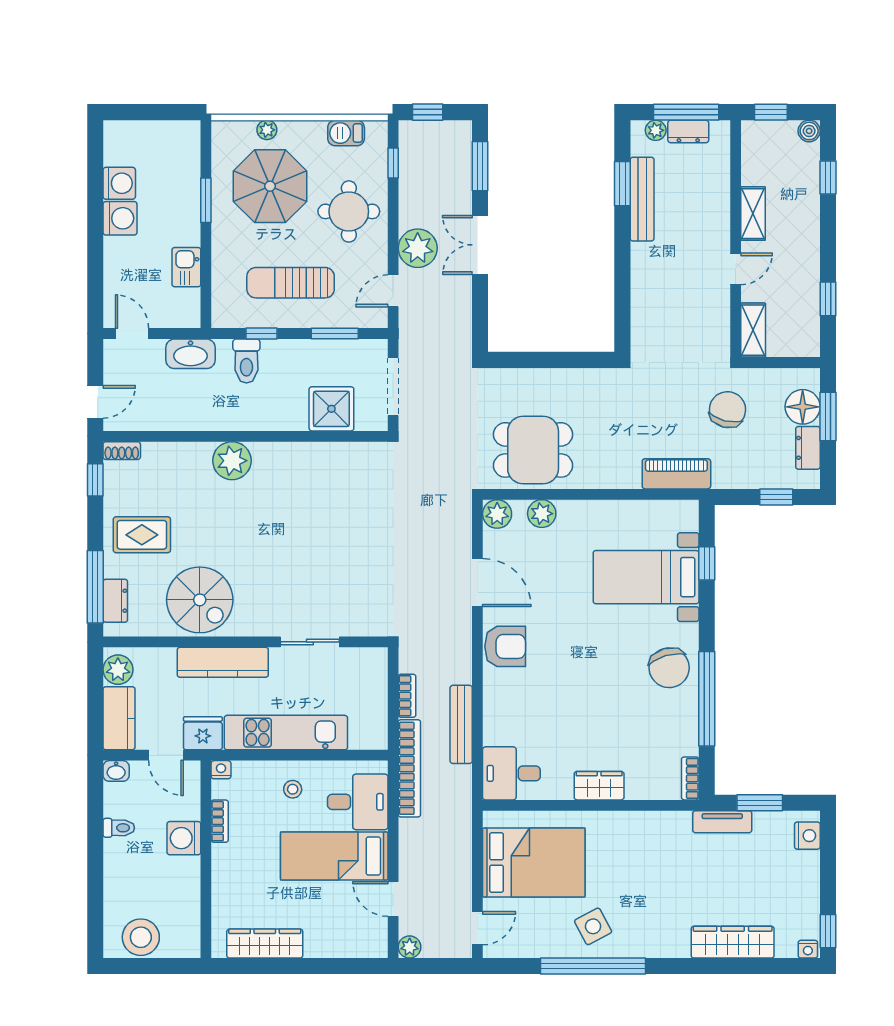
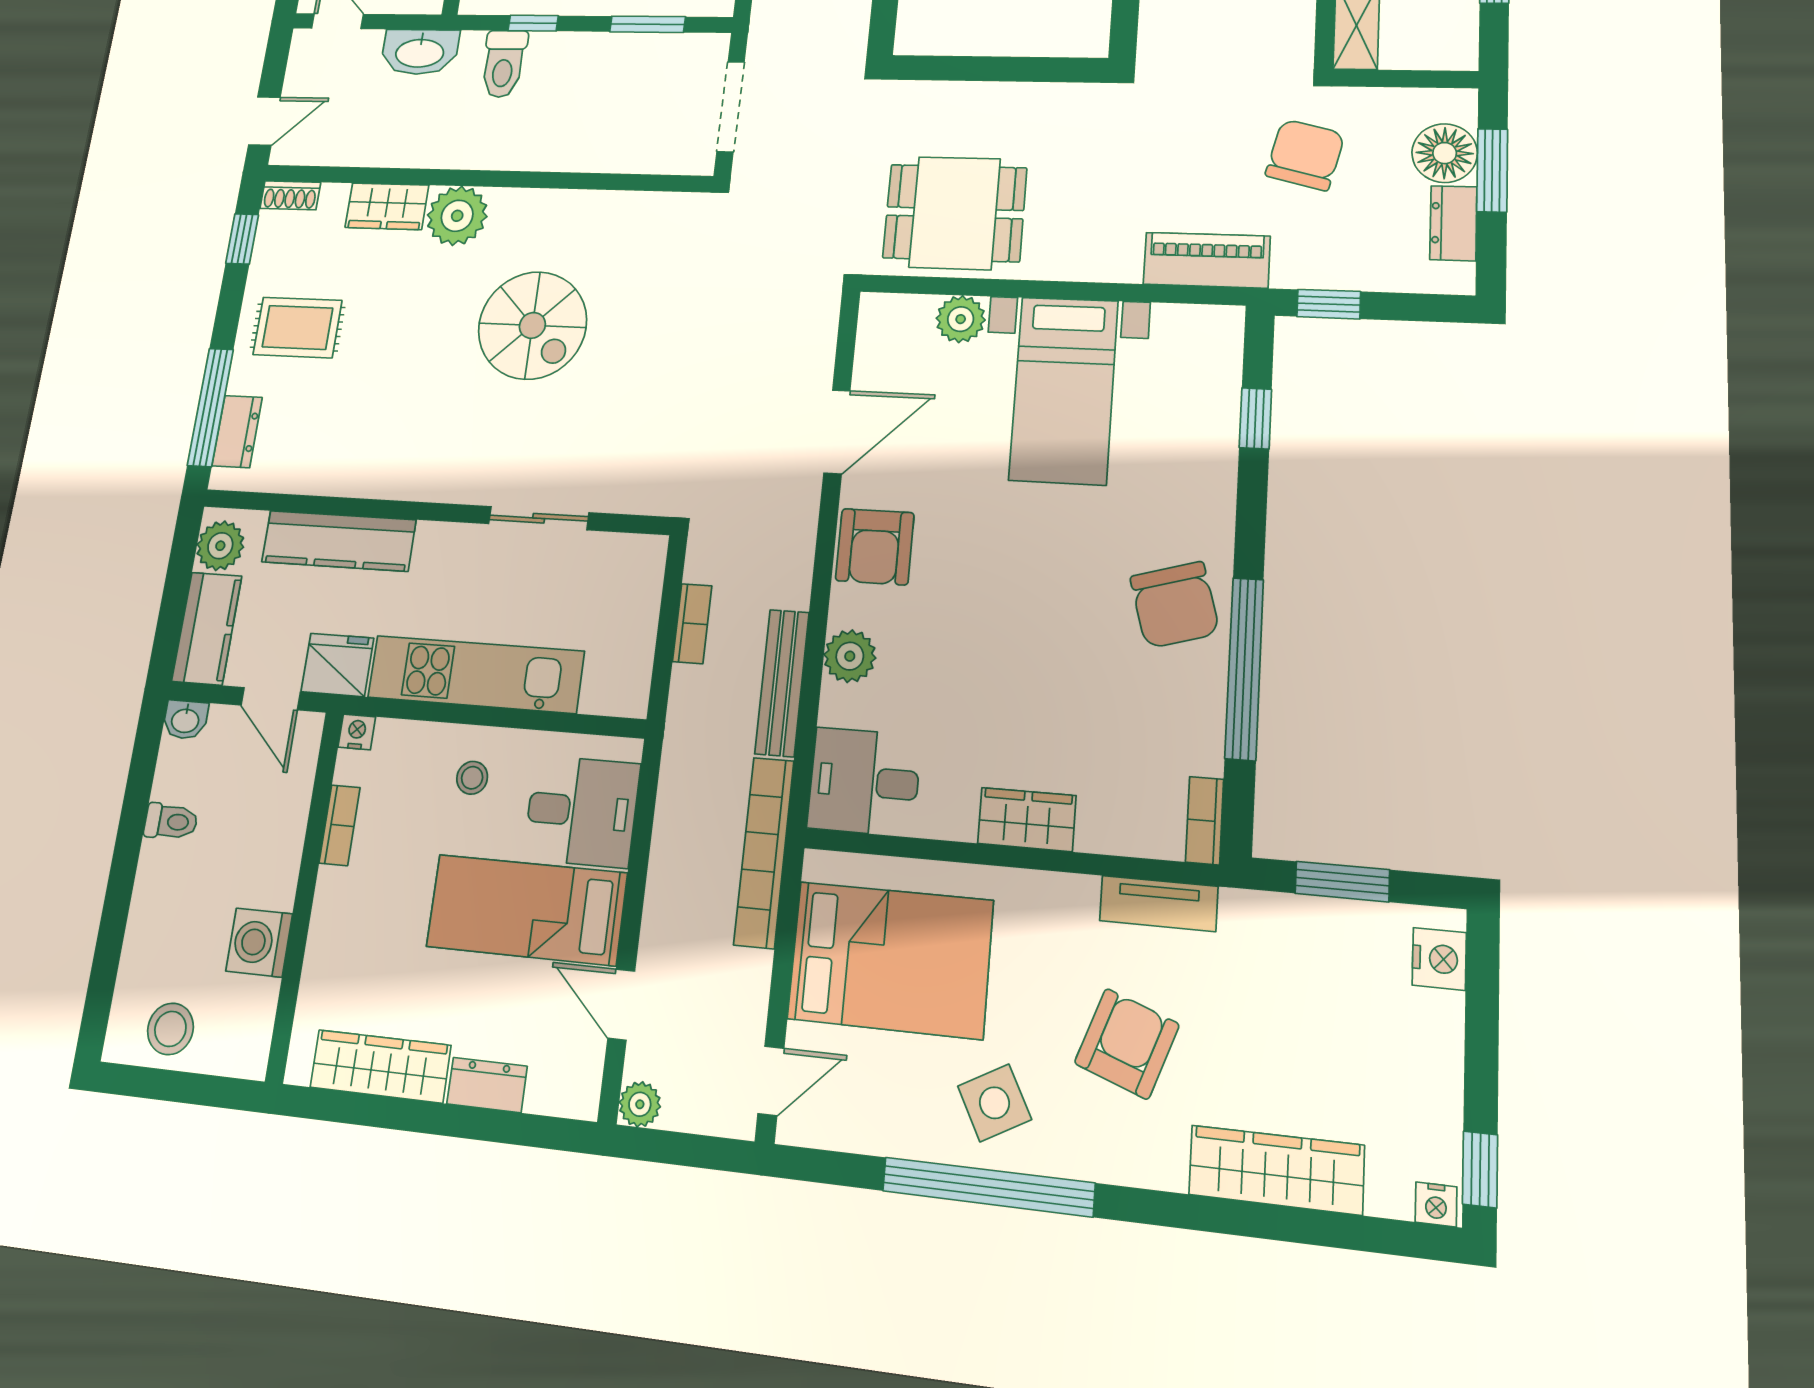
shower: (331, 409) -> (627, 139), removed
wardrobe: (186, 456) -> (387, 206), added
window: (776, 497) -> (1329, 304), moved
plant: (497, 514) -> (850, 656), moved
bed with nightstands: (646, 577) -> (1064, 390), moved, turned -90
door: (477, 583) -> (837, 432), hinge flipped
spiral stairs: (200, 600) -> (532, 325), moved
armchair: (505, 646) -> (875, 547), turned 90
kitchen counter: (223, 662) -> (339, 541), moved
bookcase: (409, 768) -> (764, 852), moved, turned 180
tv unit: (722, 822) -> (1159, 904), moved
washing machine: (184, 838) -> (259, 943), moved
armchair: (657, 891) -> (1127, 1044), added
stool: (141, 937) -> (170, 1029), width x0.73, depth x0.73
dresser: (325, 947) -> (487, 1085), added

